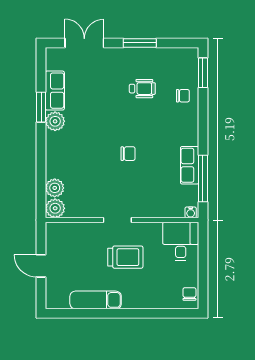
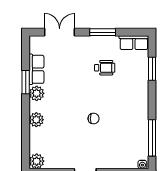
window: (203, 73) -> (152, 69), moved
chair: (183, 96) -> (136, 73), removed
row of seats: (190, 165) -> (134, 43), moved, turned -90
plant: (55, 188) -> (36, 120), moved

